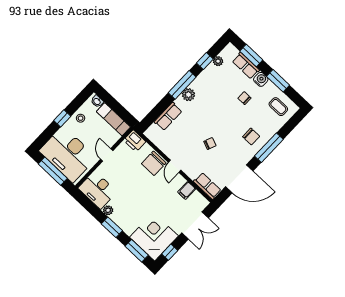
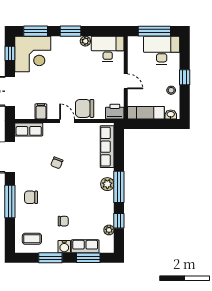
row of seats: (168, 116) -> (107, 147), width x1.48
desk: (68, 154) -> (162, 50), width x0.73, depth x0.77
chair: (154, 163) -> (85, 108), turned -90

